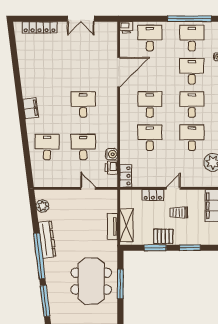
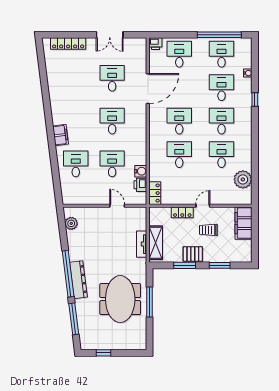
desk: (83, 62) -> (112, 78), added
filing cabinet: (31, 108) -> (60, 135), moved
dresser: (47, 239) -> (78, 280), moved

